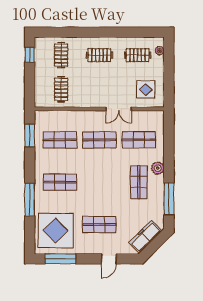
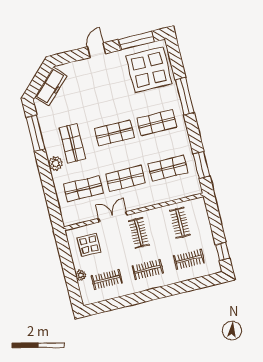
plant: (160, 51) -> (81, 275), moved
clothes rail: (61, 55) -> (189, 259), turned 90
clothes rail: (99, 89) -> (139, 233), added
shop shelf: (99, 225) -> (115, 133), moved
door: (109, 259) -> (96, 50), moved

